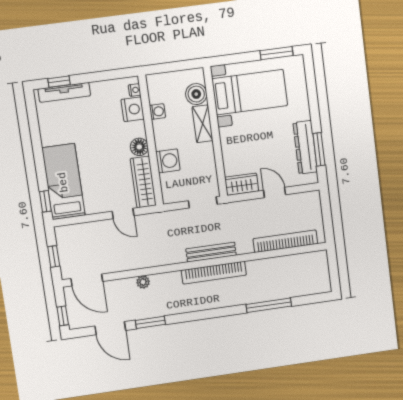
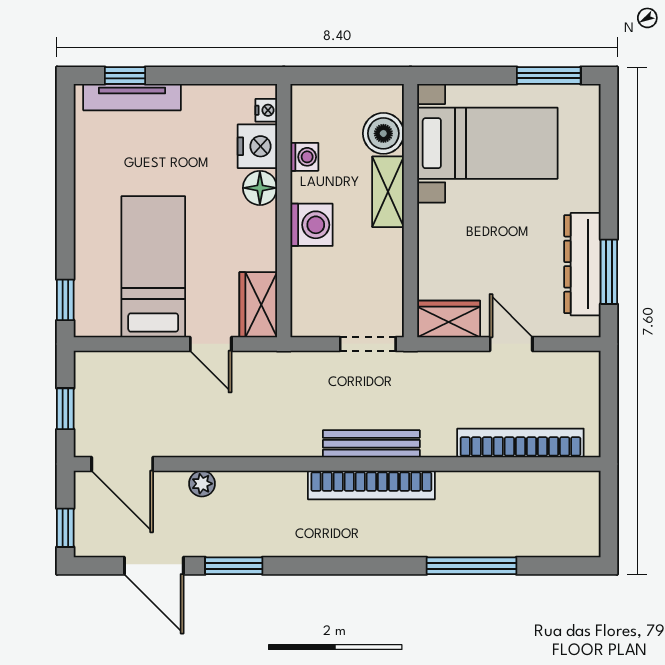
floor lamp: (139, 147) -> (260, 188), moved
washing machine: (168, 161) -> (312, 225), moved
bed: (63, 182) -> (153, 267), moved
wardrobe: (143, 182) -> (258, 305), width x0.67
plant: (143, 282) -> (202, 484), moved

